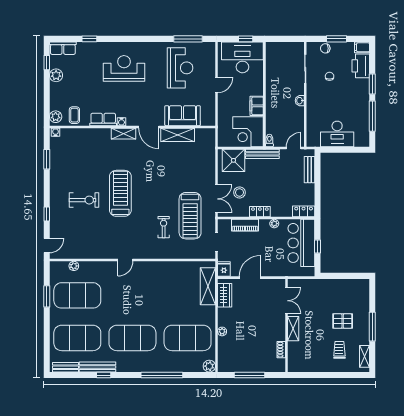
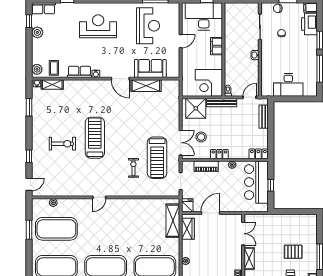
filing cabinet: (257, 106) -> (216, 46), moved
shelving: (123, 134) -> (52, 84), moved

